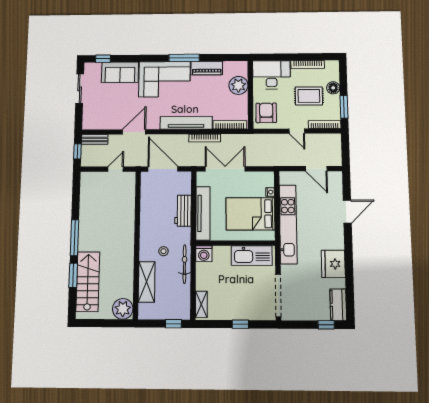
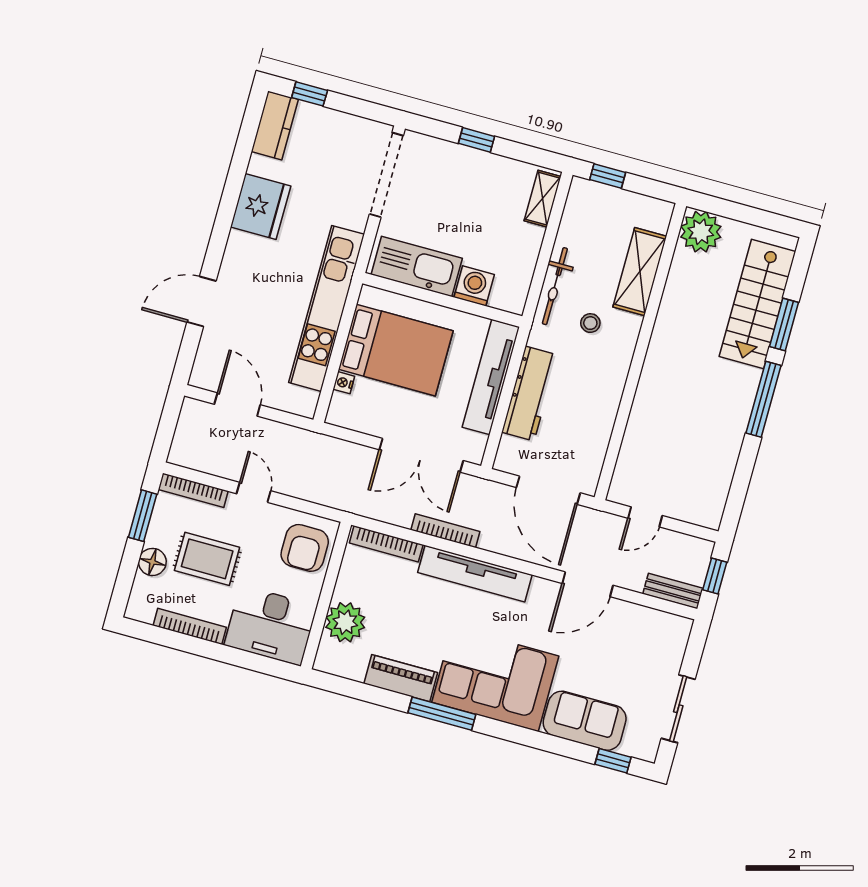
workbench: (183, 211) -> (530, 394), width x1.37
washing machine: (204, 254) -> (474, 286), moved

